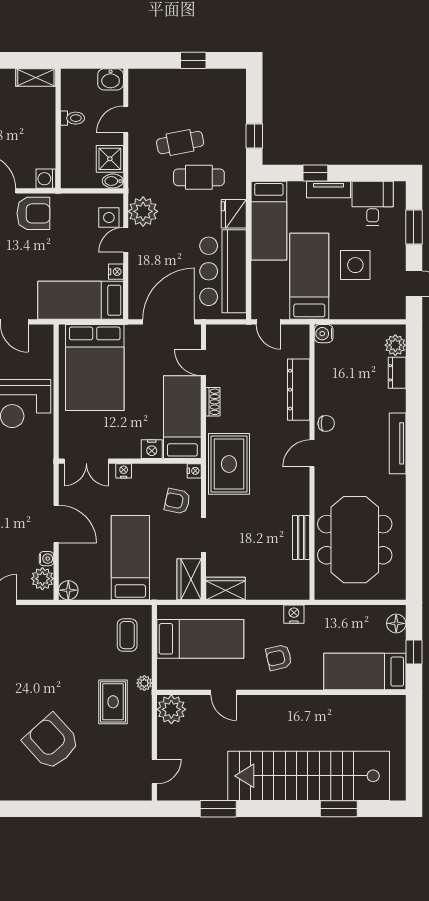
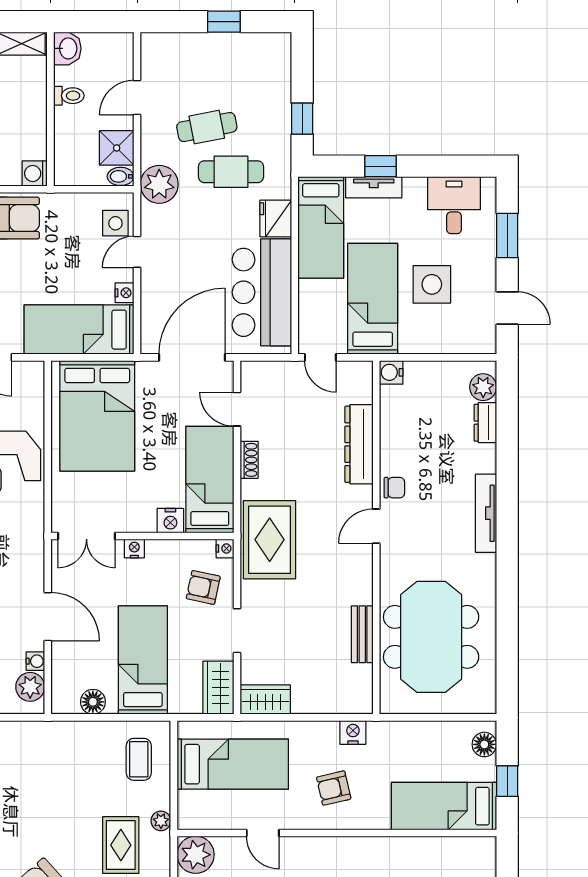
washbasin: (111, 79) -> (67, 48), moved, turned -90
tv unit: (329, 189) -> (374, 187), moved
plant: (143, 211) -> (159, 184), moved
floor lamp: (68, 590) -> (93, 702), moved

